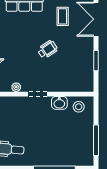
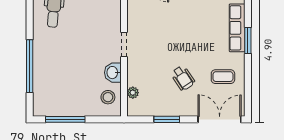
wheelchair: (48, 49) -> (183, 78), moved
plant: (16, 87) -> (133, 93), moved

